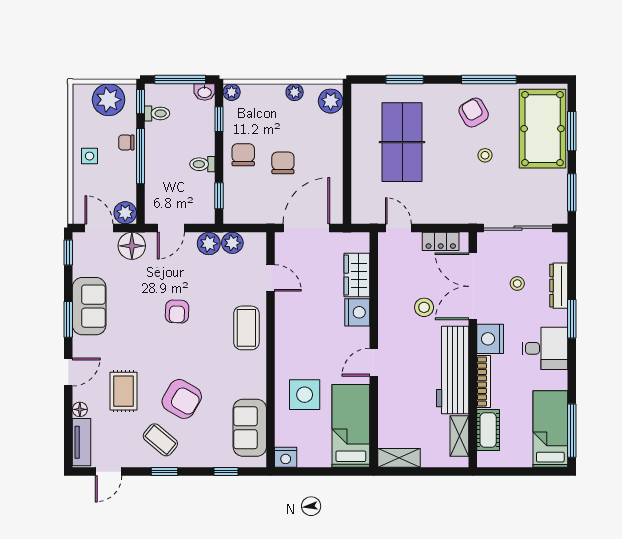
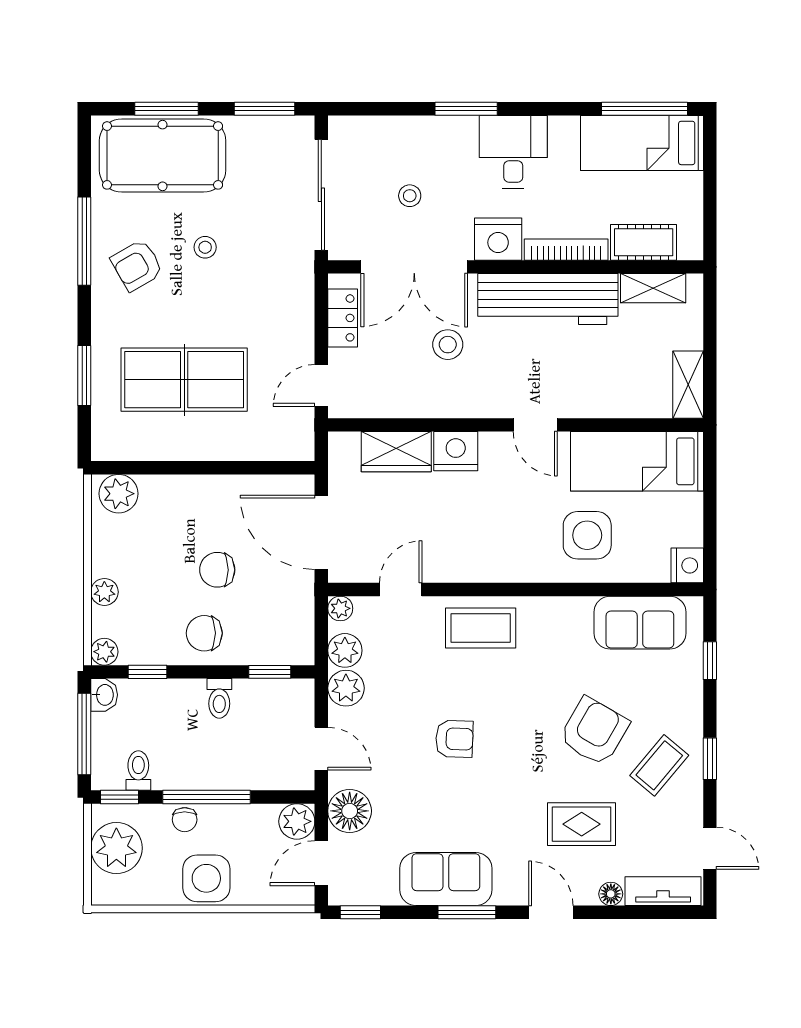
plant: (295, 92) -> (104, 592), moved
side table: (90, 156) -> (206, 878), width x1.87, depth x1.87
plant: (259, 240) -> (340, 608), added
dresser: (559, 286) -> (413, 130), removed

